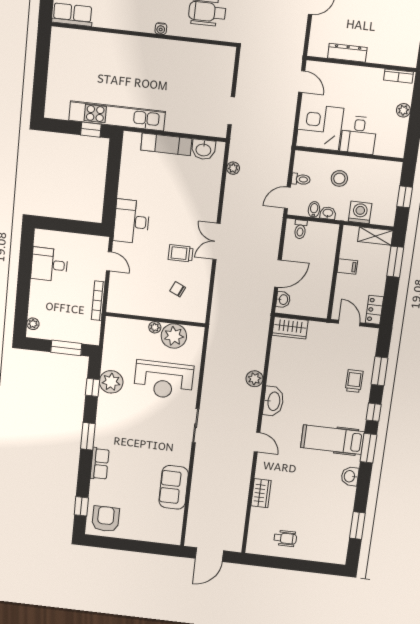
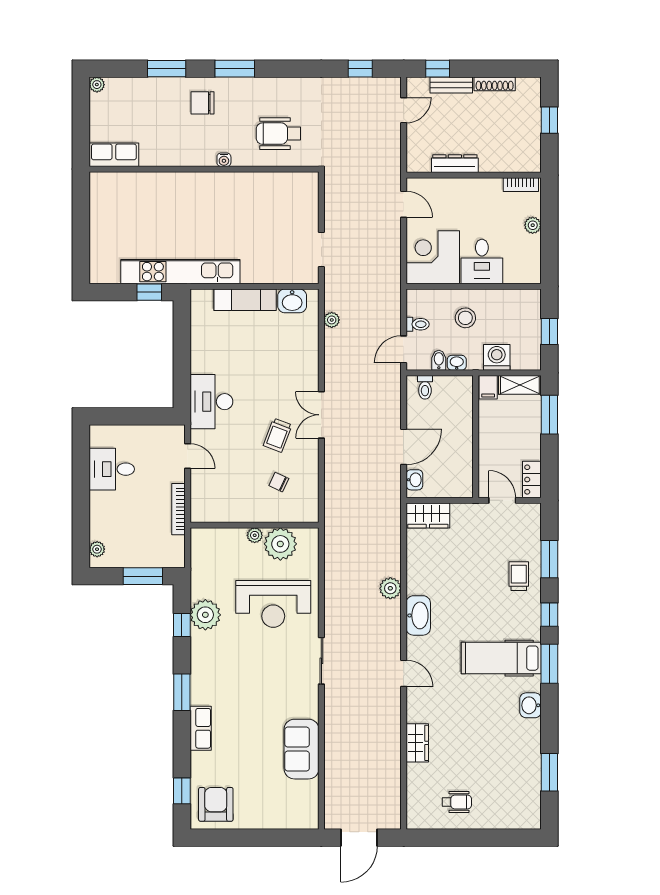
trolley: (181, 253) -> (278, 435), turned -69
filing cabinet: (347, 266) -> (488, 387), moved, turned 90

